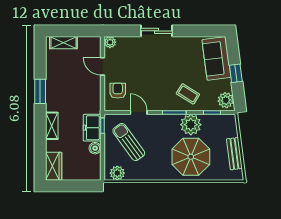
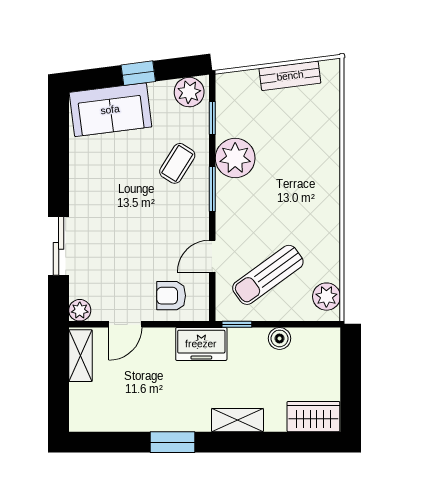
sliding door: (156, 31) -> (59, 246), moved
shelving: (63, 43) -> (80, 356), moved
freezer: (92, 128) -> (201, 344), moved
parasol: (191, 157) -> (296, 158), removed

